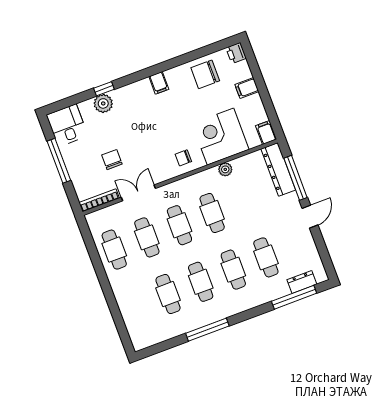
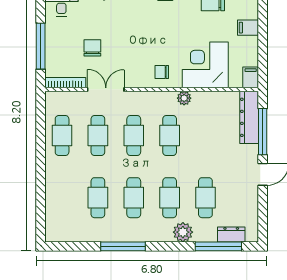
window: (59, 161) -> (41, 46), moved
plant: (225, 169) -> (184, 98), moved
plant: (257, 296) -> (183, 232), added

